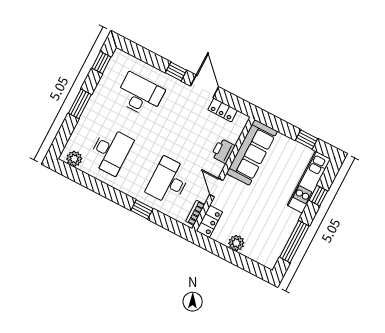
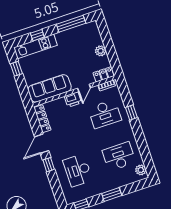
locker: (223, 110) -> (42, 119), width x1.53
printer: (223, 151) -> (73, 100), moved

